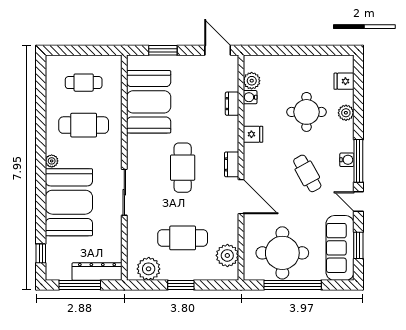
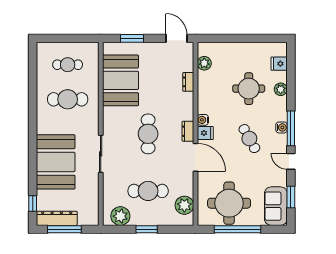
water cooler: (250, 97) -> (203, 120), moved
fridge: (253, 134) -> (205, 133), moved
plant: (52, 161) -> (42, 128), removed
sofa: (340, 248) -> (276, 206), width x0.73
dresser: (97, 272) -> (57, 218), moved

